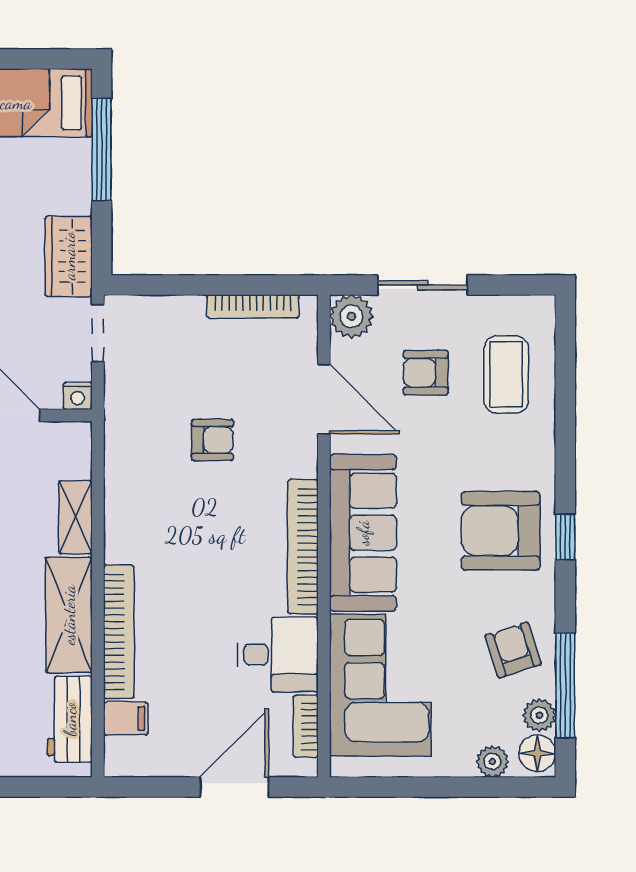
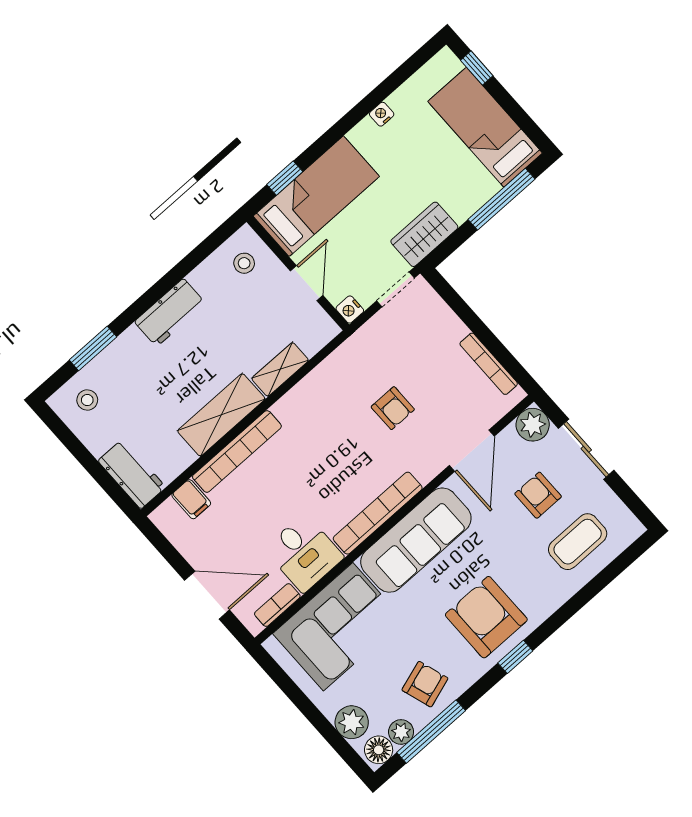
workbench: (70, 719) -> (132, 474), moved, turned 90
plant: (492, 762) -> (352, 722), width x1.38, depth x1.38

